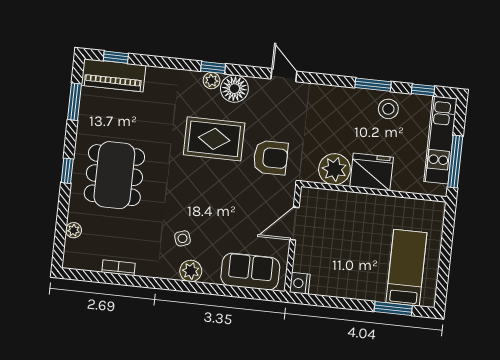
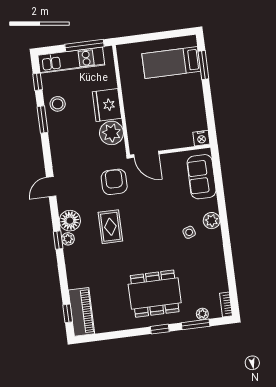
window: (75, 102) -> (196, 324), moved
rug: (214, 139) -> (110, 227), width x0.73, depth x0.70
door: (294, 224) -> (146, 154), moved
bookcase: (119, 268) -> (226, 304), moved

